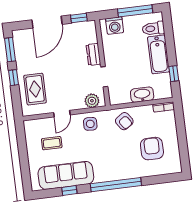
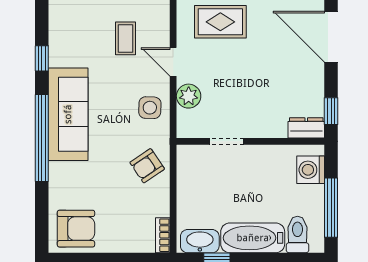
door: (47, 22) -> (331, 37), moved
dresser: (93, 54) -> (306, 128), moved
washbasin: (142, 95) -> (200, 241), moved, turned -90
plant: (92, 101) -> (189, 96), moved
armchair: (152, 149) -> (76, 229), moved
sofa: (66, 175) -> (68, 114), moved

